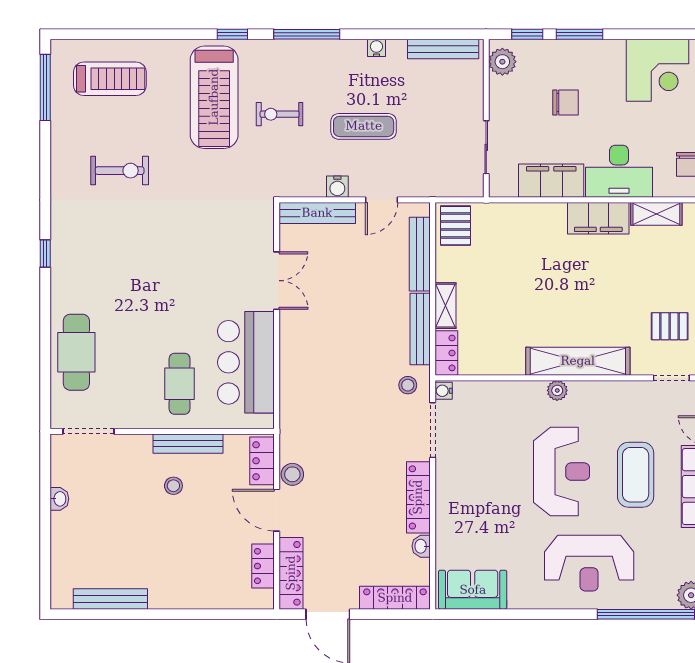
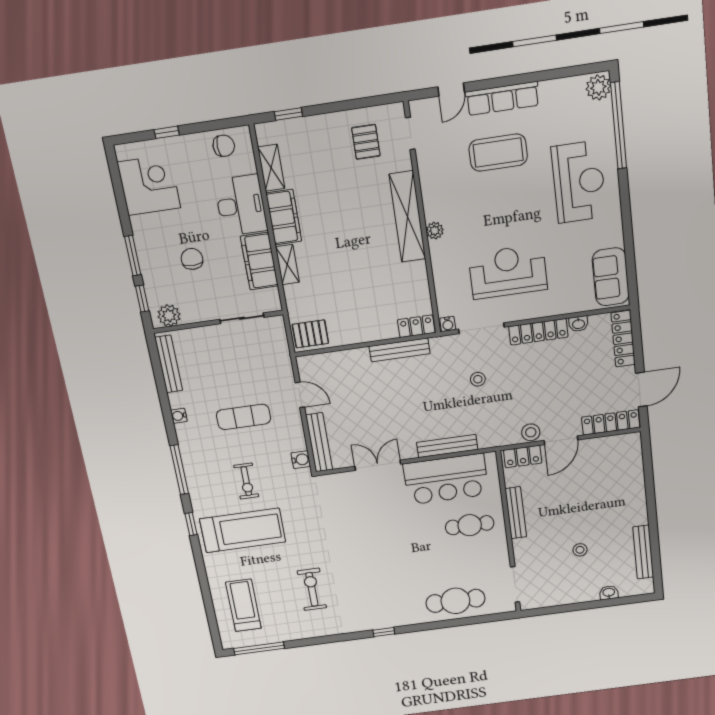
exercise mat: (364, 126) -> (243, 417), turned 90
water cooler: (337, 187) -> (301, 460), moved
bench: (420, 254) -> (447, 446), moved
shelving: (445, 306) -> (287, 265), moved, turned 90
stool: (408, 385) -> (478, 379), moved
reception desk: (561, 472) -> (508, 272), moved
stool: (173, 486) -> (580, 550), moved
washbasin: (59, 499) -> (609, 593), moved
locker: (263, 566) -> (607, 444), removed

